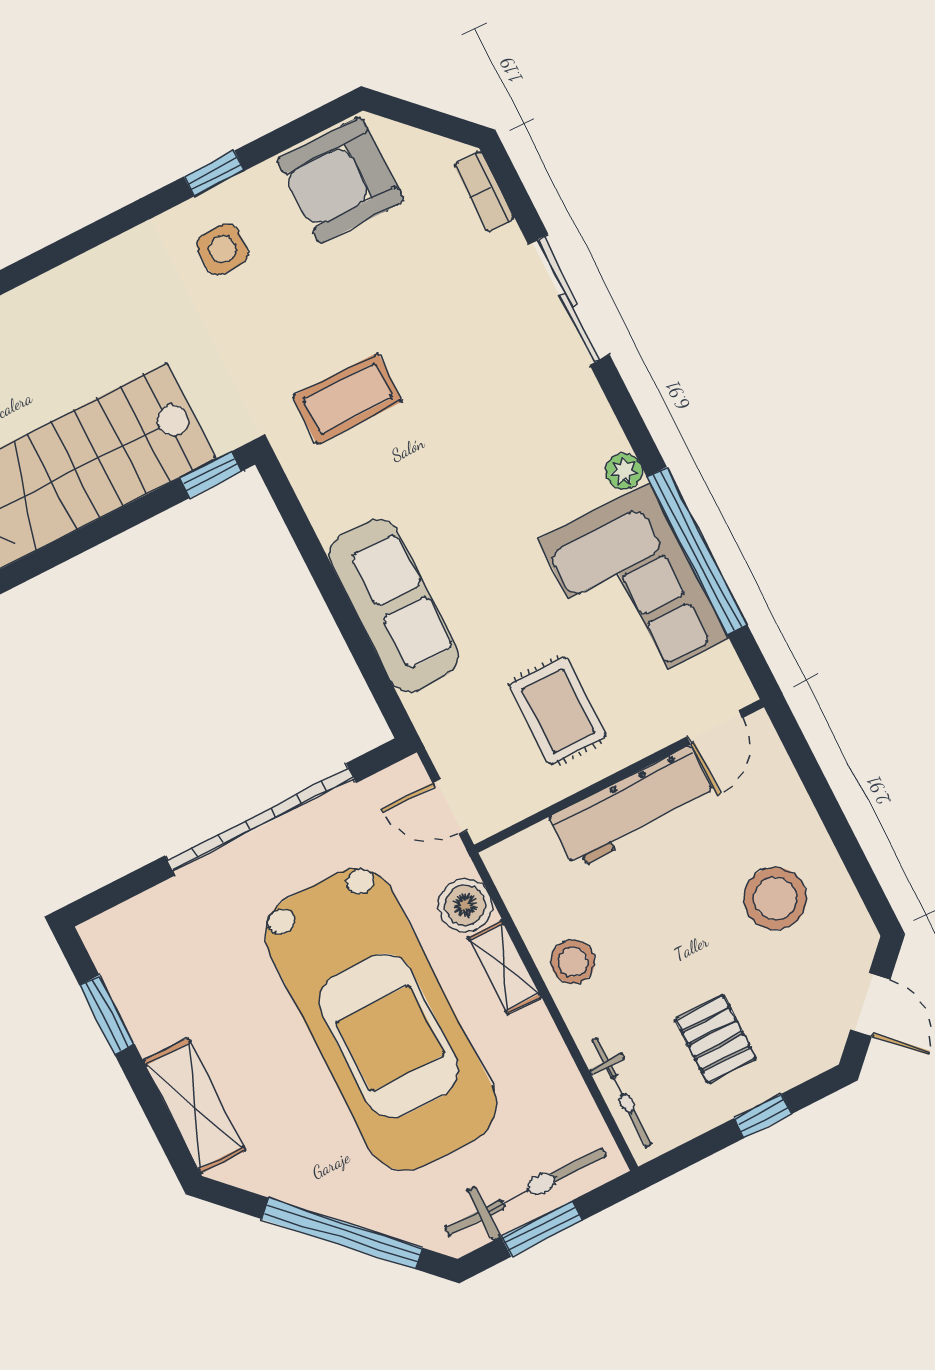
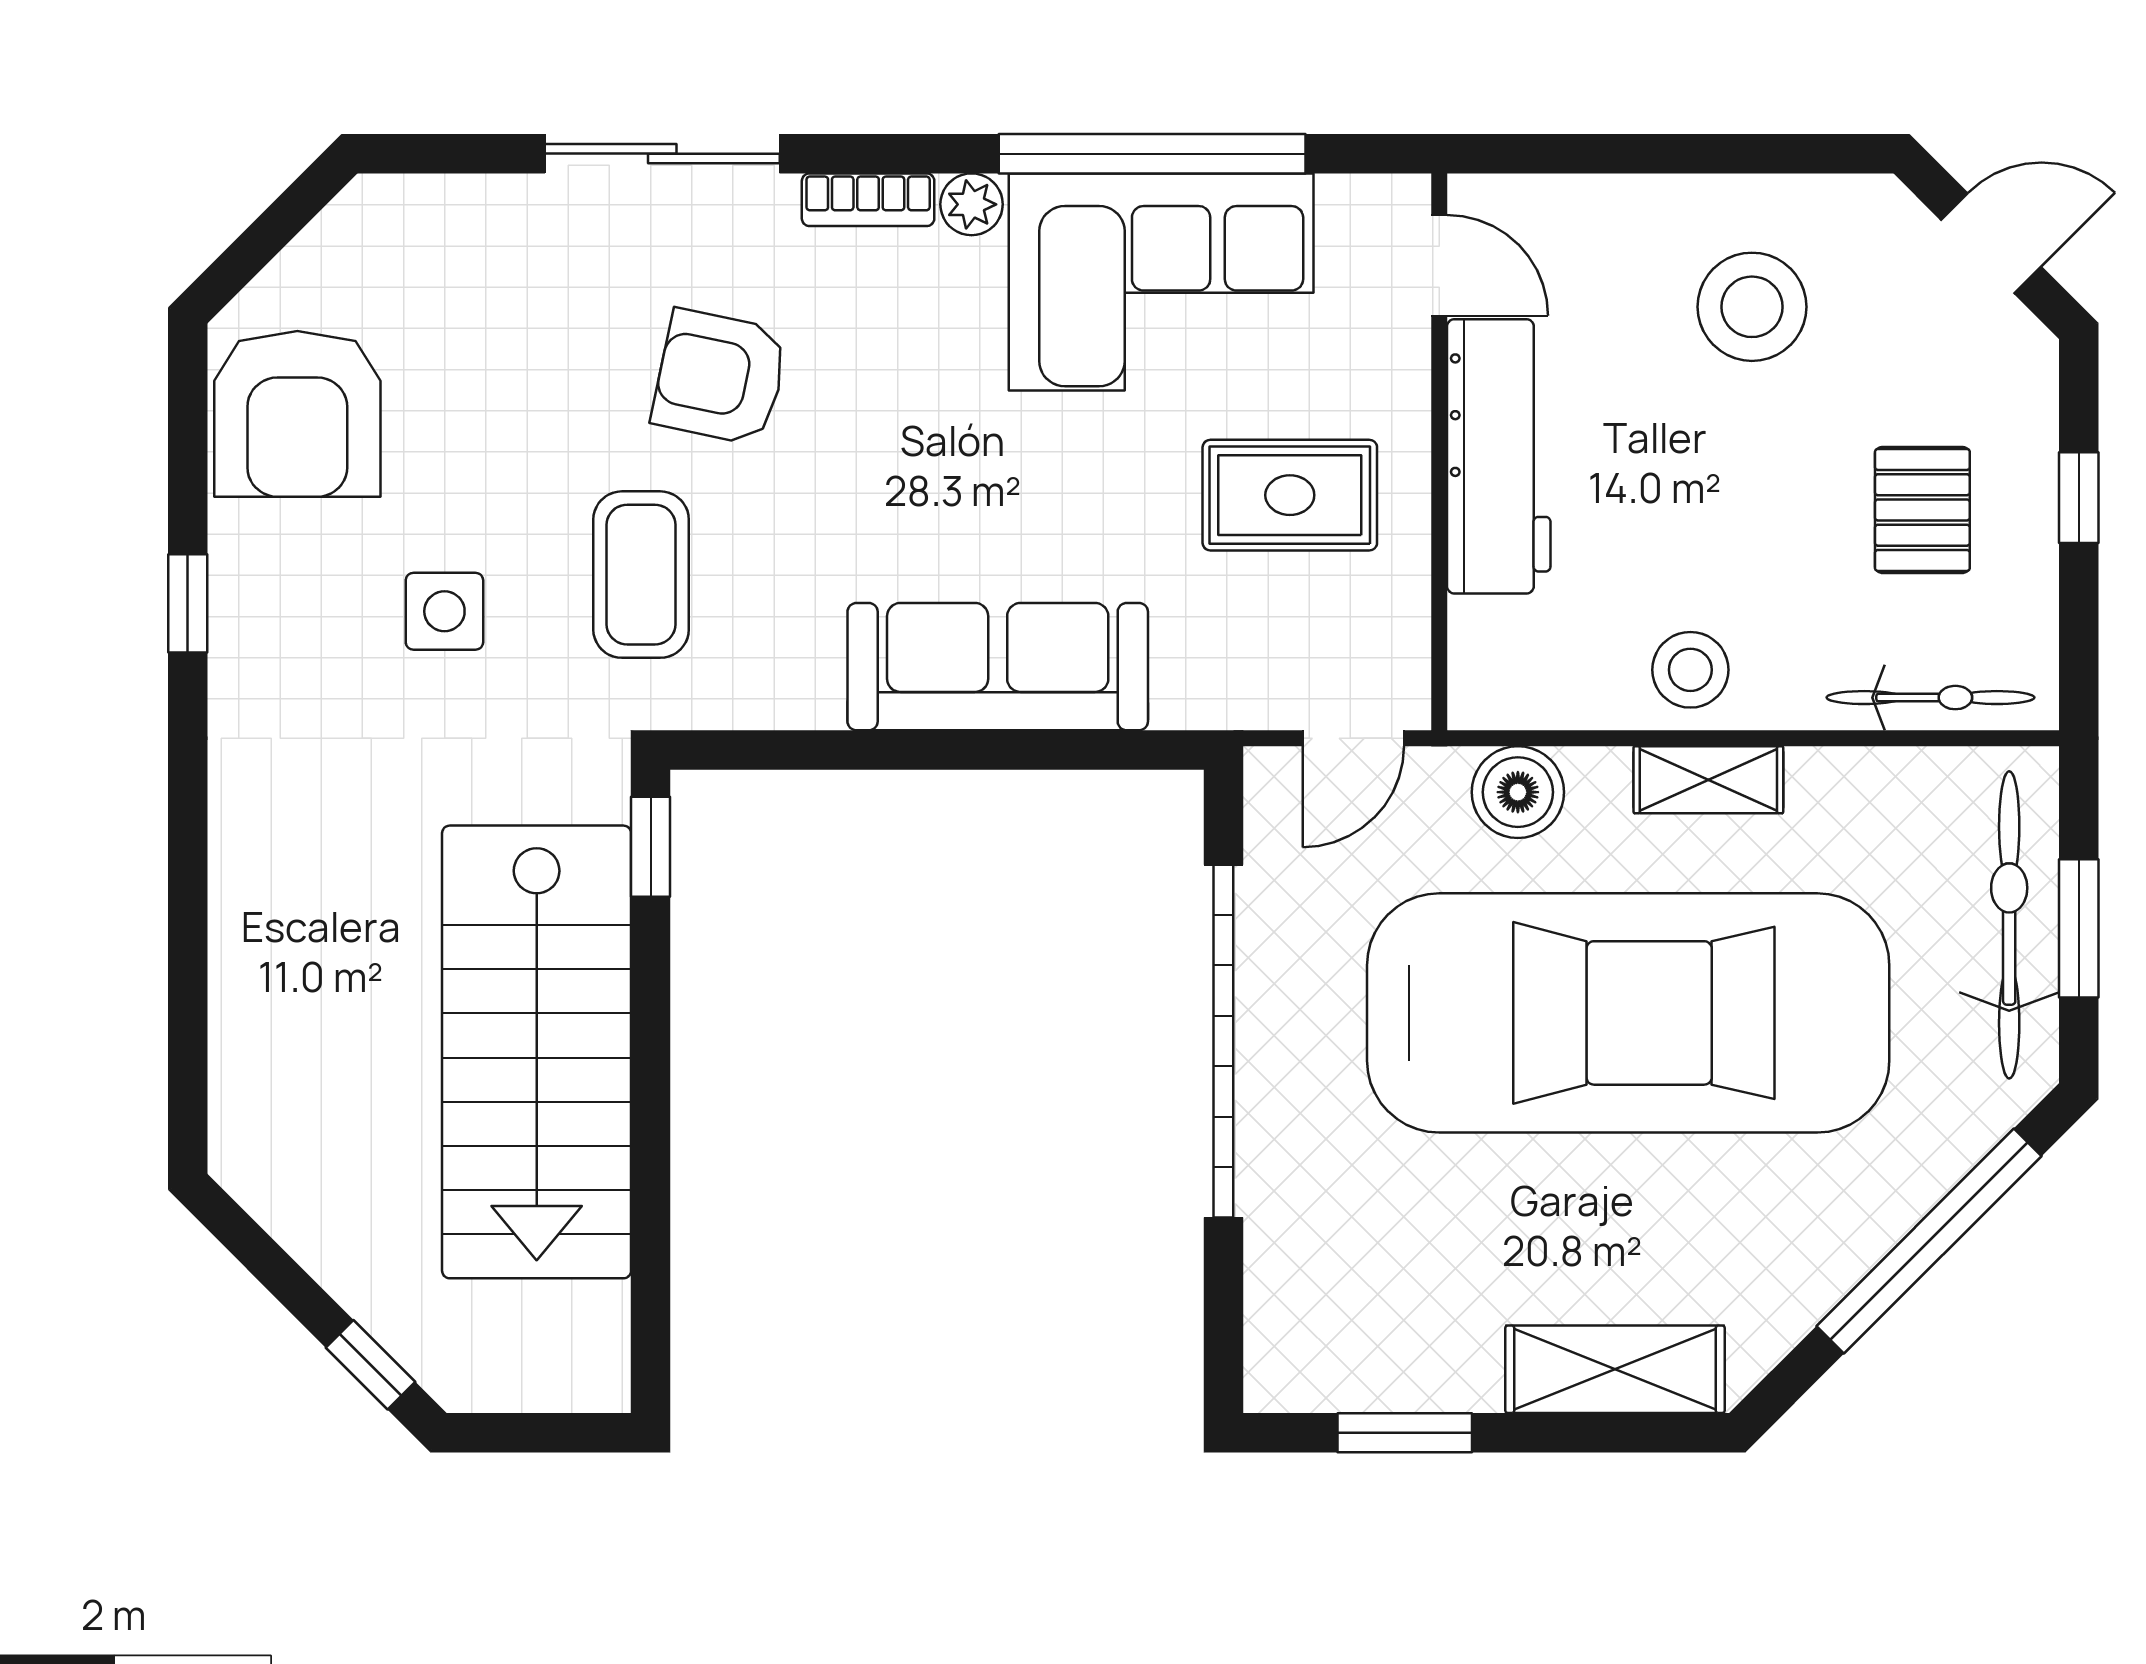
bookcase: (484, 191) -> (868, 200), moved
side table: (222, 249) -> (444, 611), moved
armchair: (469, 388) -> (720, 377), added
shelving: (505, 967) -> (1708, 780), moved
pallet: (716, 1039) -> (1922, 510), turned 90

